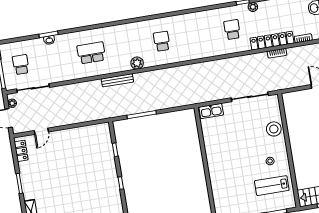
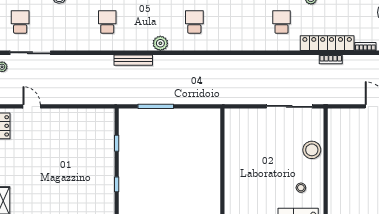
school desk: (91, 53) -> (107, 22), width x0.54
kitchen sink: (211, 111) -> (240, 116), removed
door: (41, 131) -> (32, 106), swing flipped

